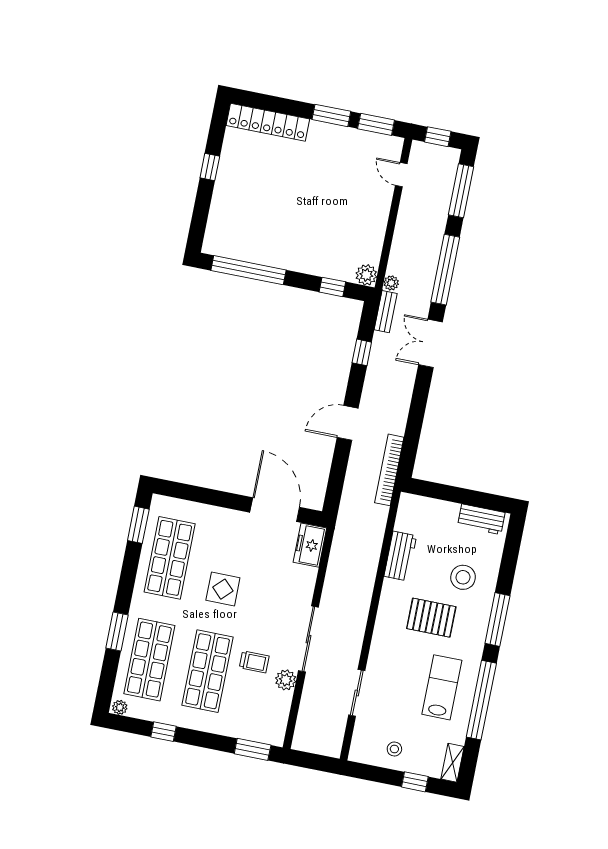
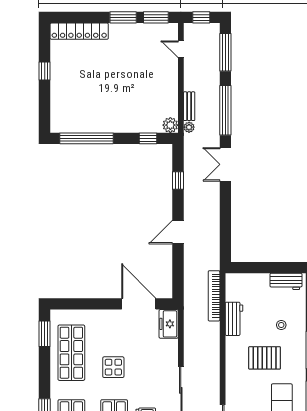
bench: (386, 312) -> (189, 106), moved
bookcase: (389, 470) -> (214, 296), moved
stool: (463, 577) -> (281, 325), width x0.53, depth x0.53

